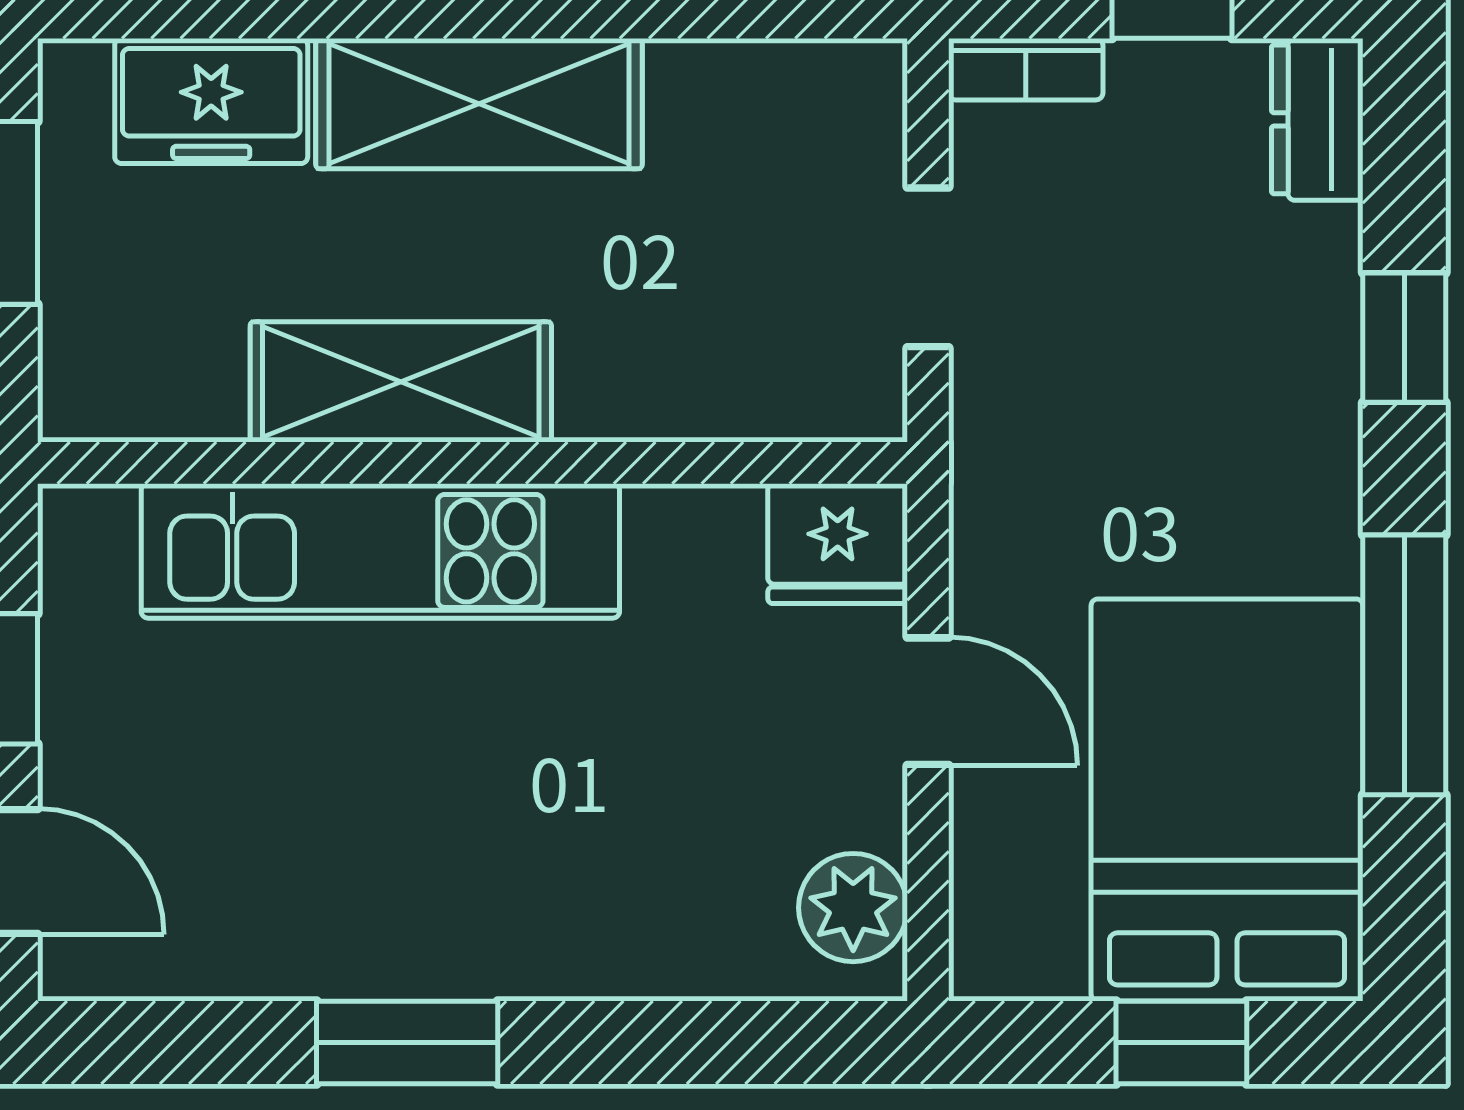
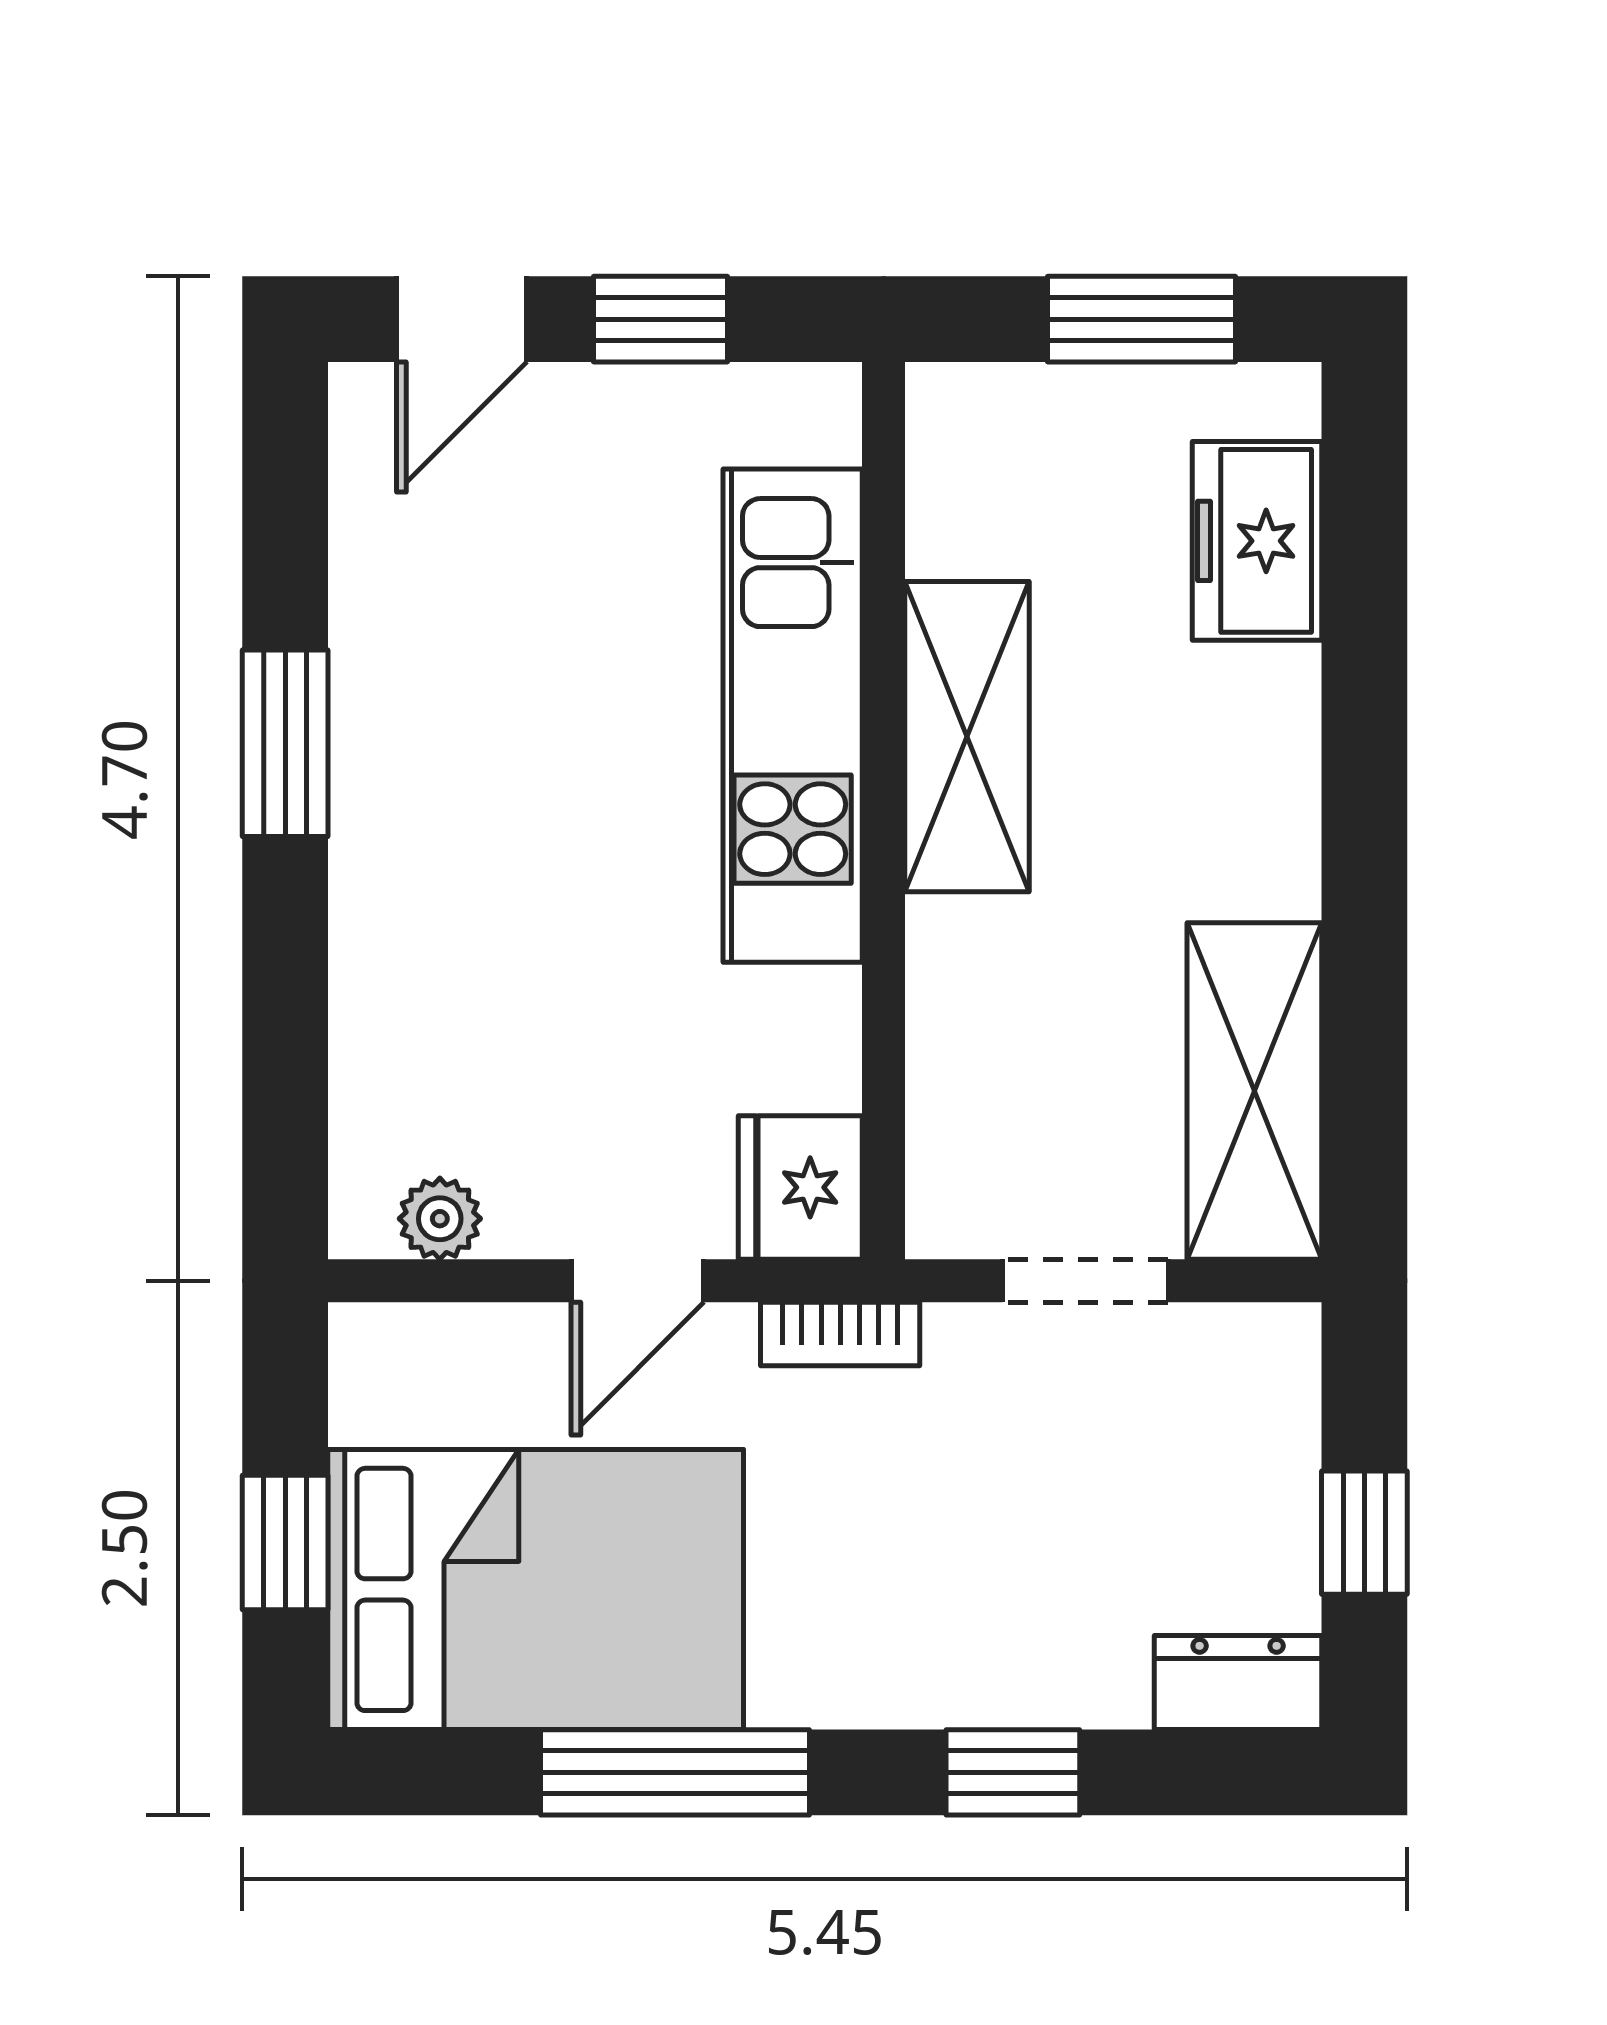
bookcase: (1026, 69) -> (840, 1334), moved, turned -90
shelving: (479, 104) -> (1254, 1091), moved
plant: (853, 908) -> (440, 1219), width x0.73, depth x0.73

